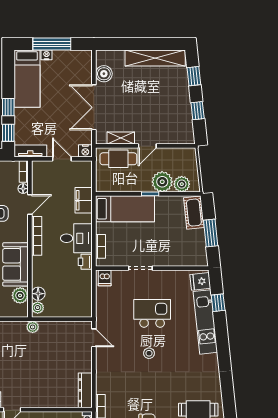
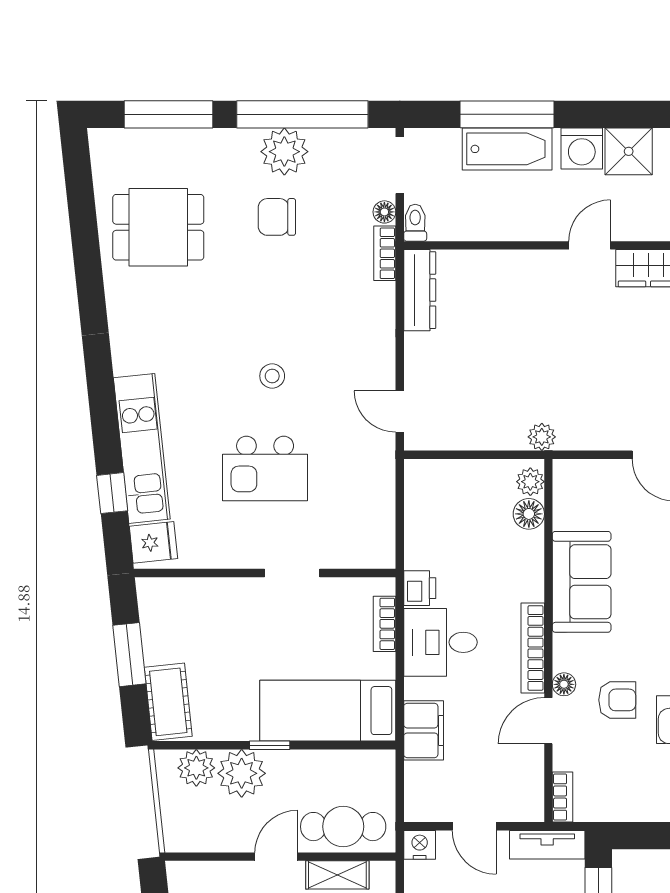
floor lamp: (23, 189) -> (564, 684), moved
dishwasher: (105, 278) -> (375, 550), removed
plant: (20, 295) -> (571, 510), removed

